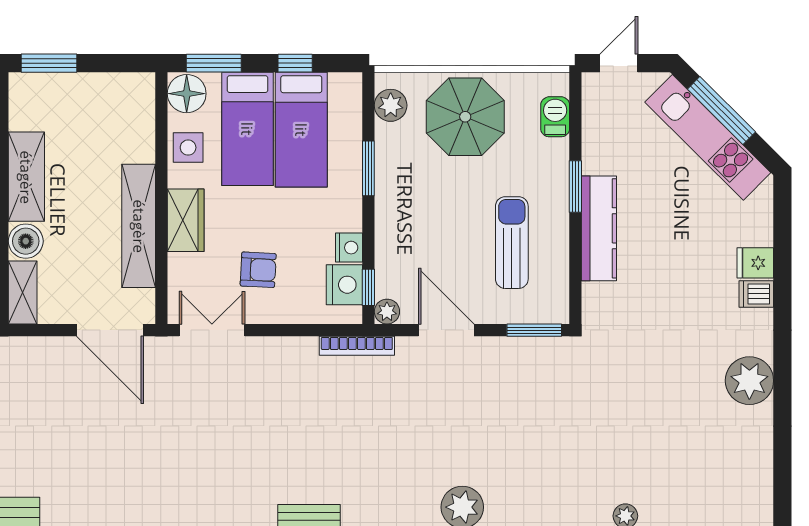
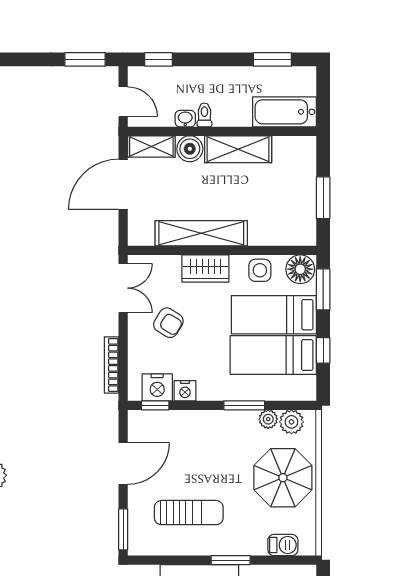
window: (49, 63) -> (323, 198), moved
armchair: (258, 270) -> (168, 323), turned -61
plant: (387, 312) -> (268, 419), moved
door: (110, 330) -> (123, 184), moved
bookcase: (357, 346) -> (112, 365), moved

